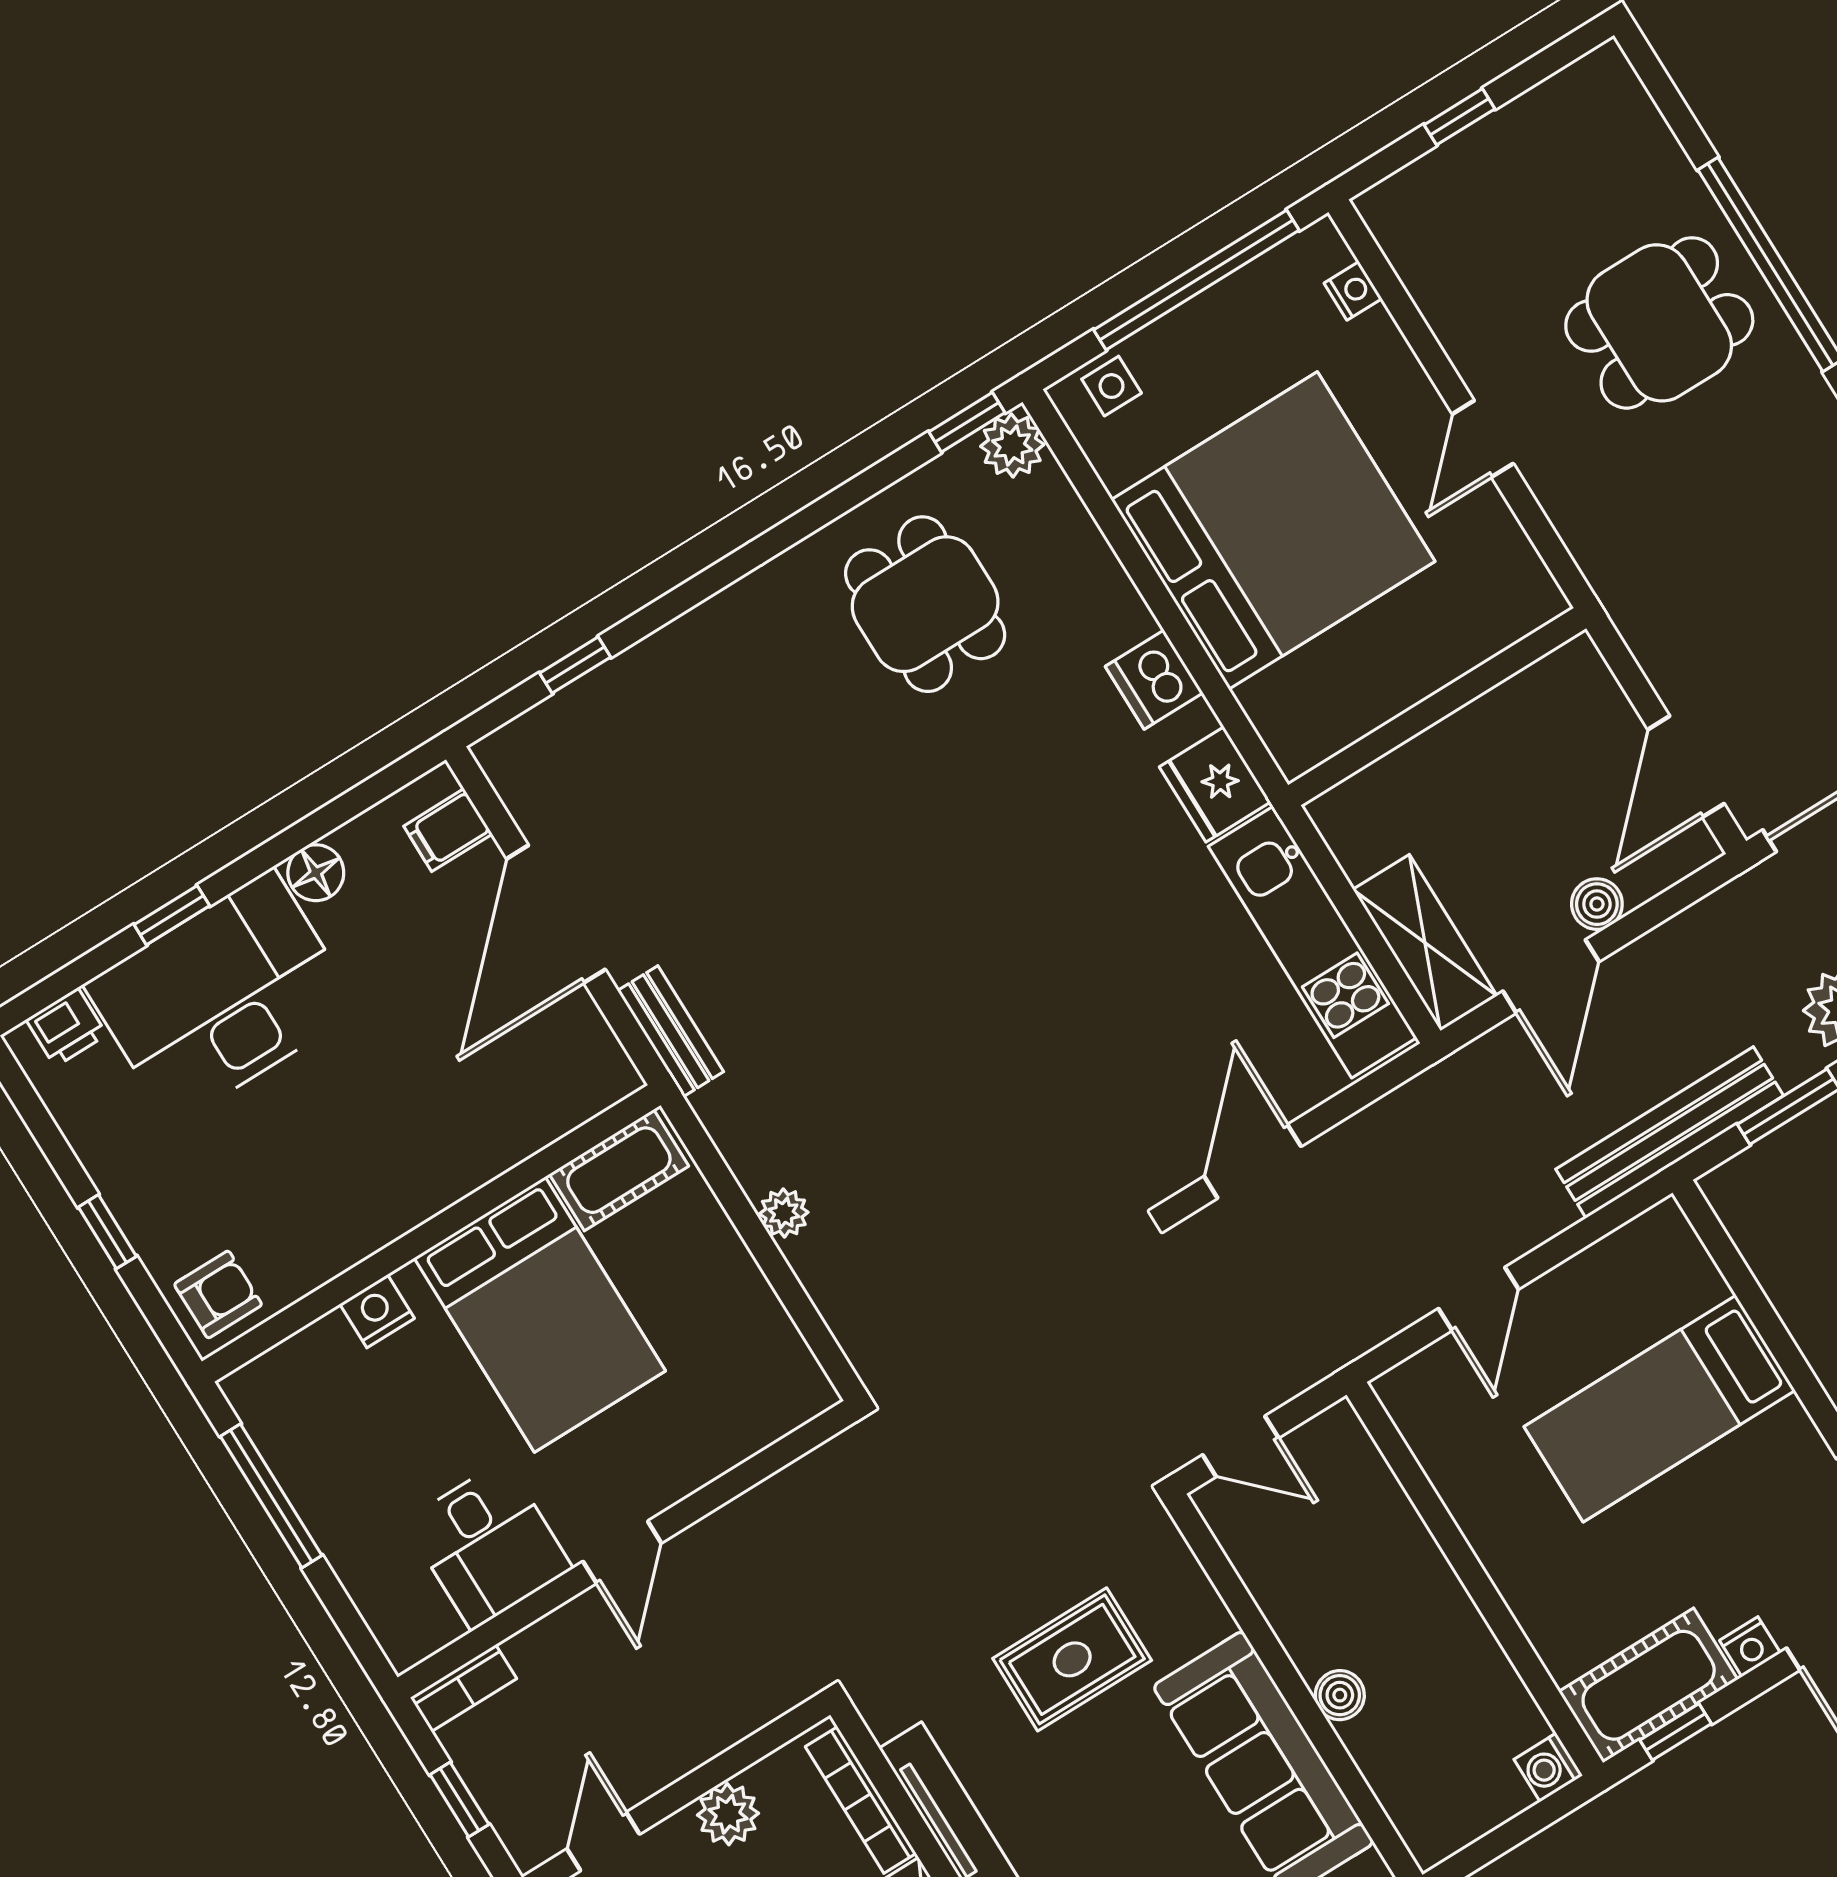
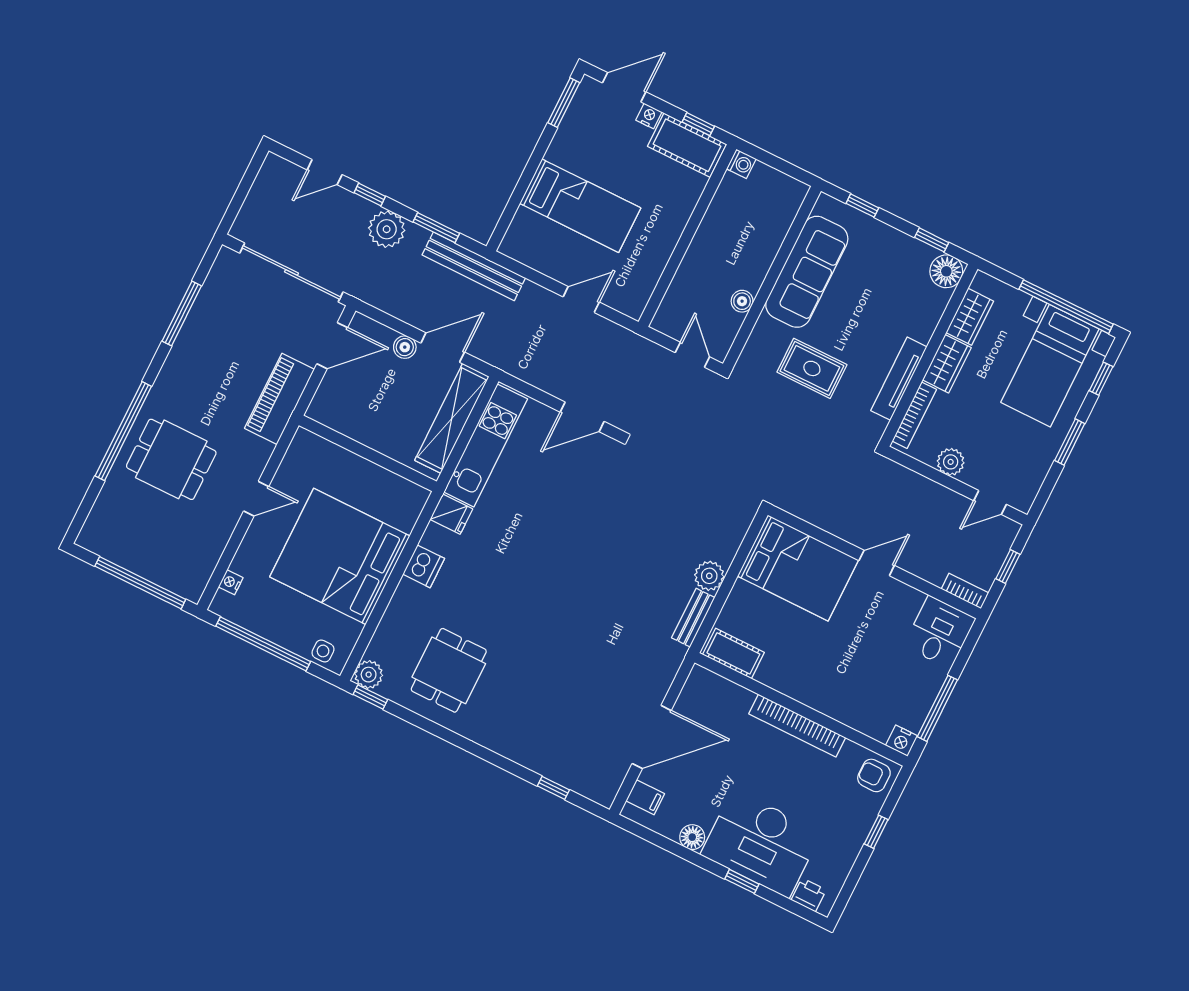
window: (1460, 117) -> (140, 583), width x3.17
piano: (1647, 602) -> (279, 399), added
fridge: (1215, 784) -> (451, 514), width x0.72
shelving: (1425, 943) -> (452, 418), width x1.47
bench: (670, 1031) -> (693, 618), moved
bookcase: (405, 1206) -> (797, 726), added
plant: (784, 1213) -> (709, 576), width x1.38, depth x1.38
nightstand: (377, 1311) -> (902, 741), moved
bed: (540, 1314) -> (798, 568), moved, turned 90
desk: (488, 1545) -> (940, 632), moved
boiler: (1340, 1695) -> (742, 301), moved

